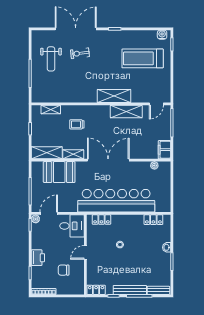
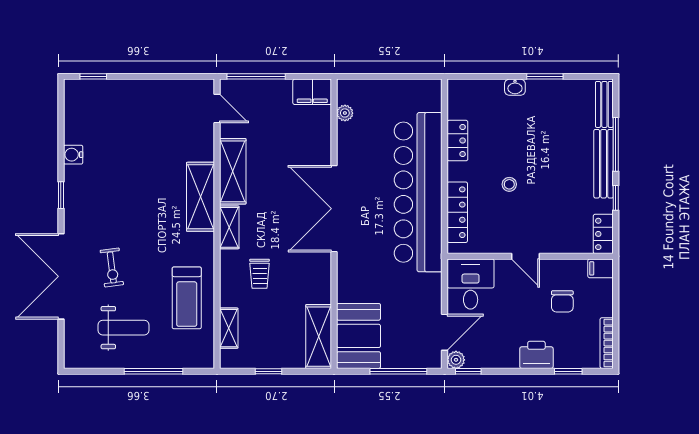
water cooler: (162, 35) -> (73, 155), moved
treadmill: (143, 58) -> (187, 298), moved, width x0.73, depth x0.73
shelving: (73, 154) -> (229, 227), moved
booth: (59, 172) -> (359, 336), moved
door: (49, 213) -> (445, 332), swing flipped
locker: (101, 220) -> (457, 212), width x1.53
locker: (153, 220) -> (457, 141), moved
filing cabinet: (79, 289) -> (601, 268), added

